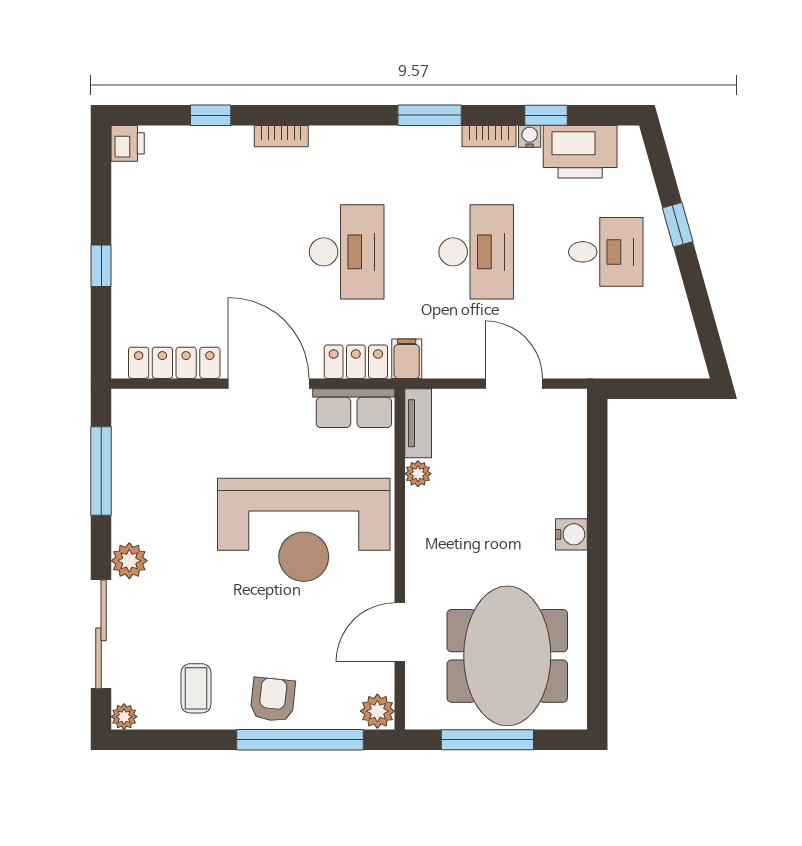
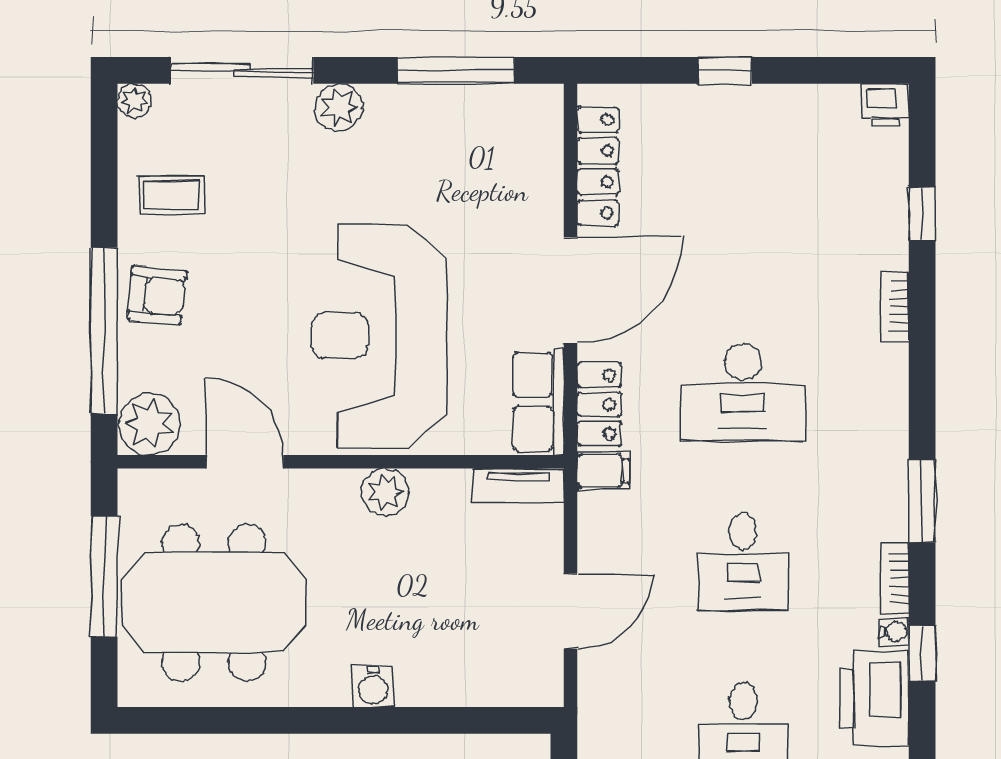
desk: (476, 252) -> (743, 562), width x0.73
plant: (418, 474) -> (385, 492), moved, width x1.38, depth x1.38
plant: (377, 711) -> (150, 424), width x1.36, depth x1.36

